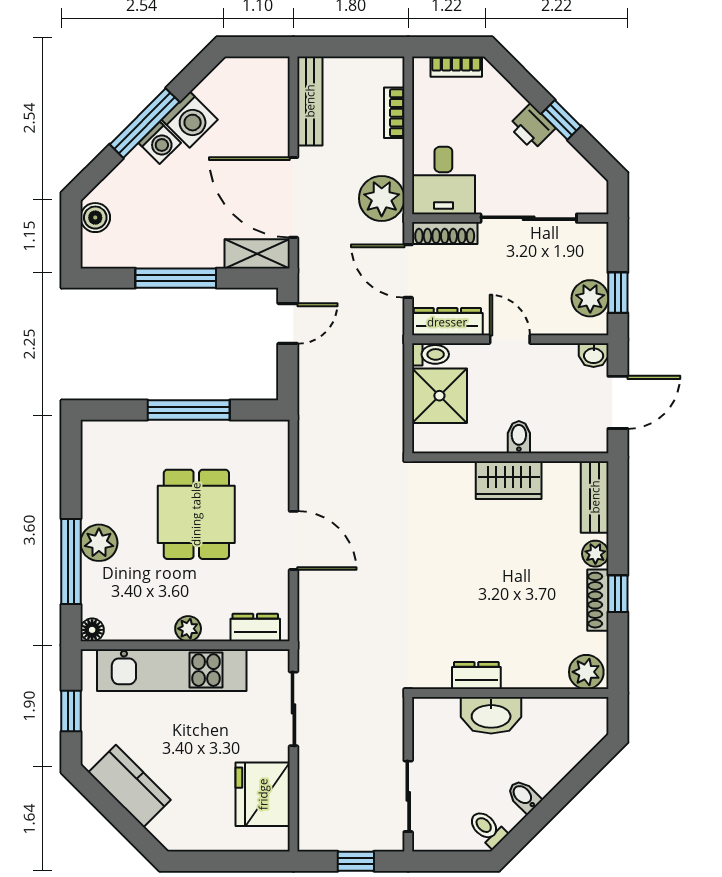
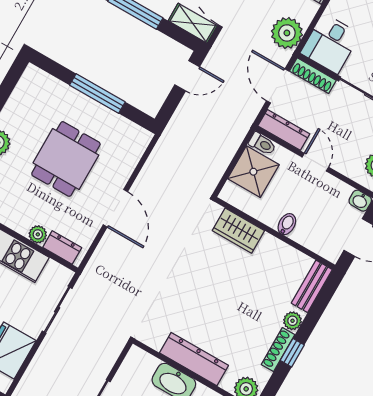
wardrobe: (509, 480) -> (238, 231), moved
plant: (188, 629) -> (38, 234), moved
dresser: (476, 676) -> (194, 359), width x1.96, depth x1.24

